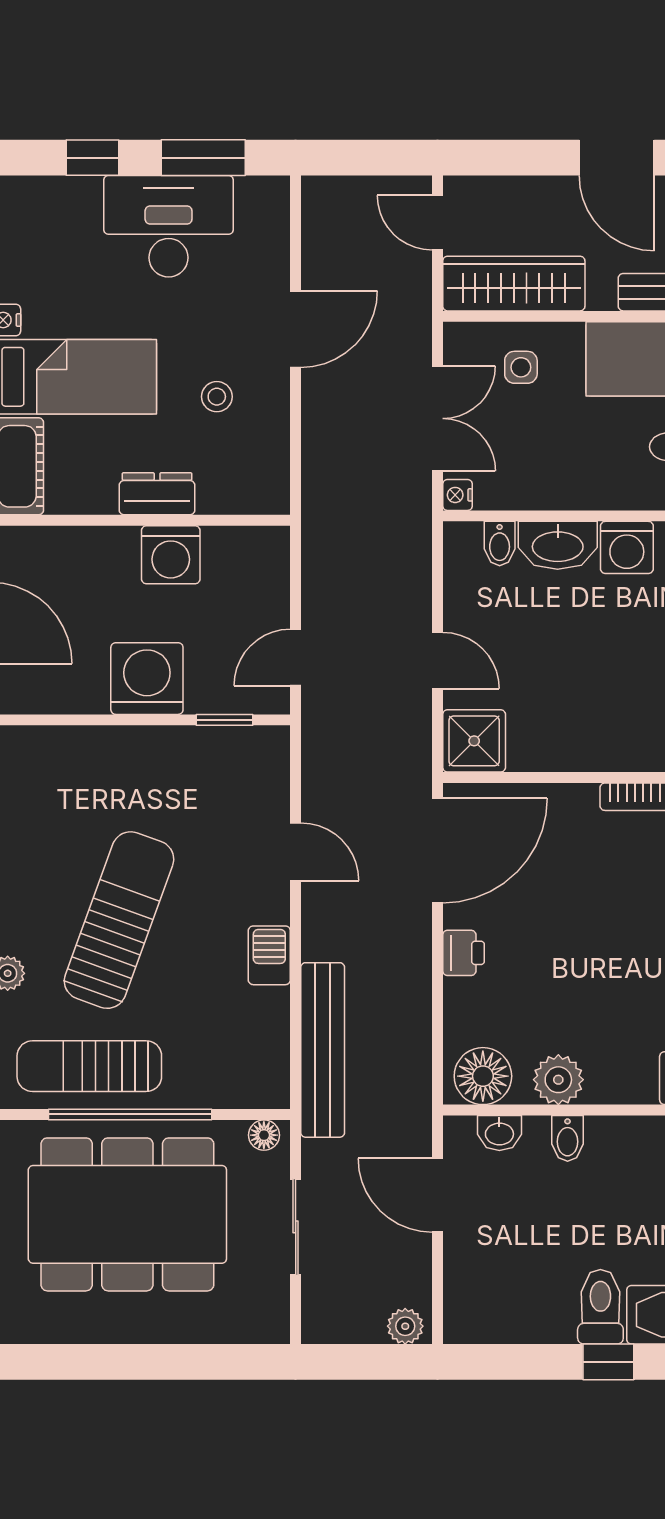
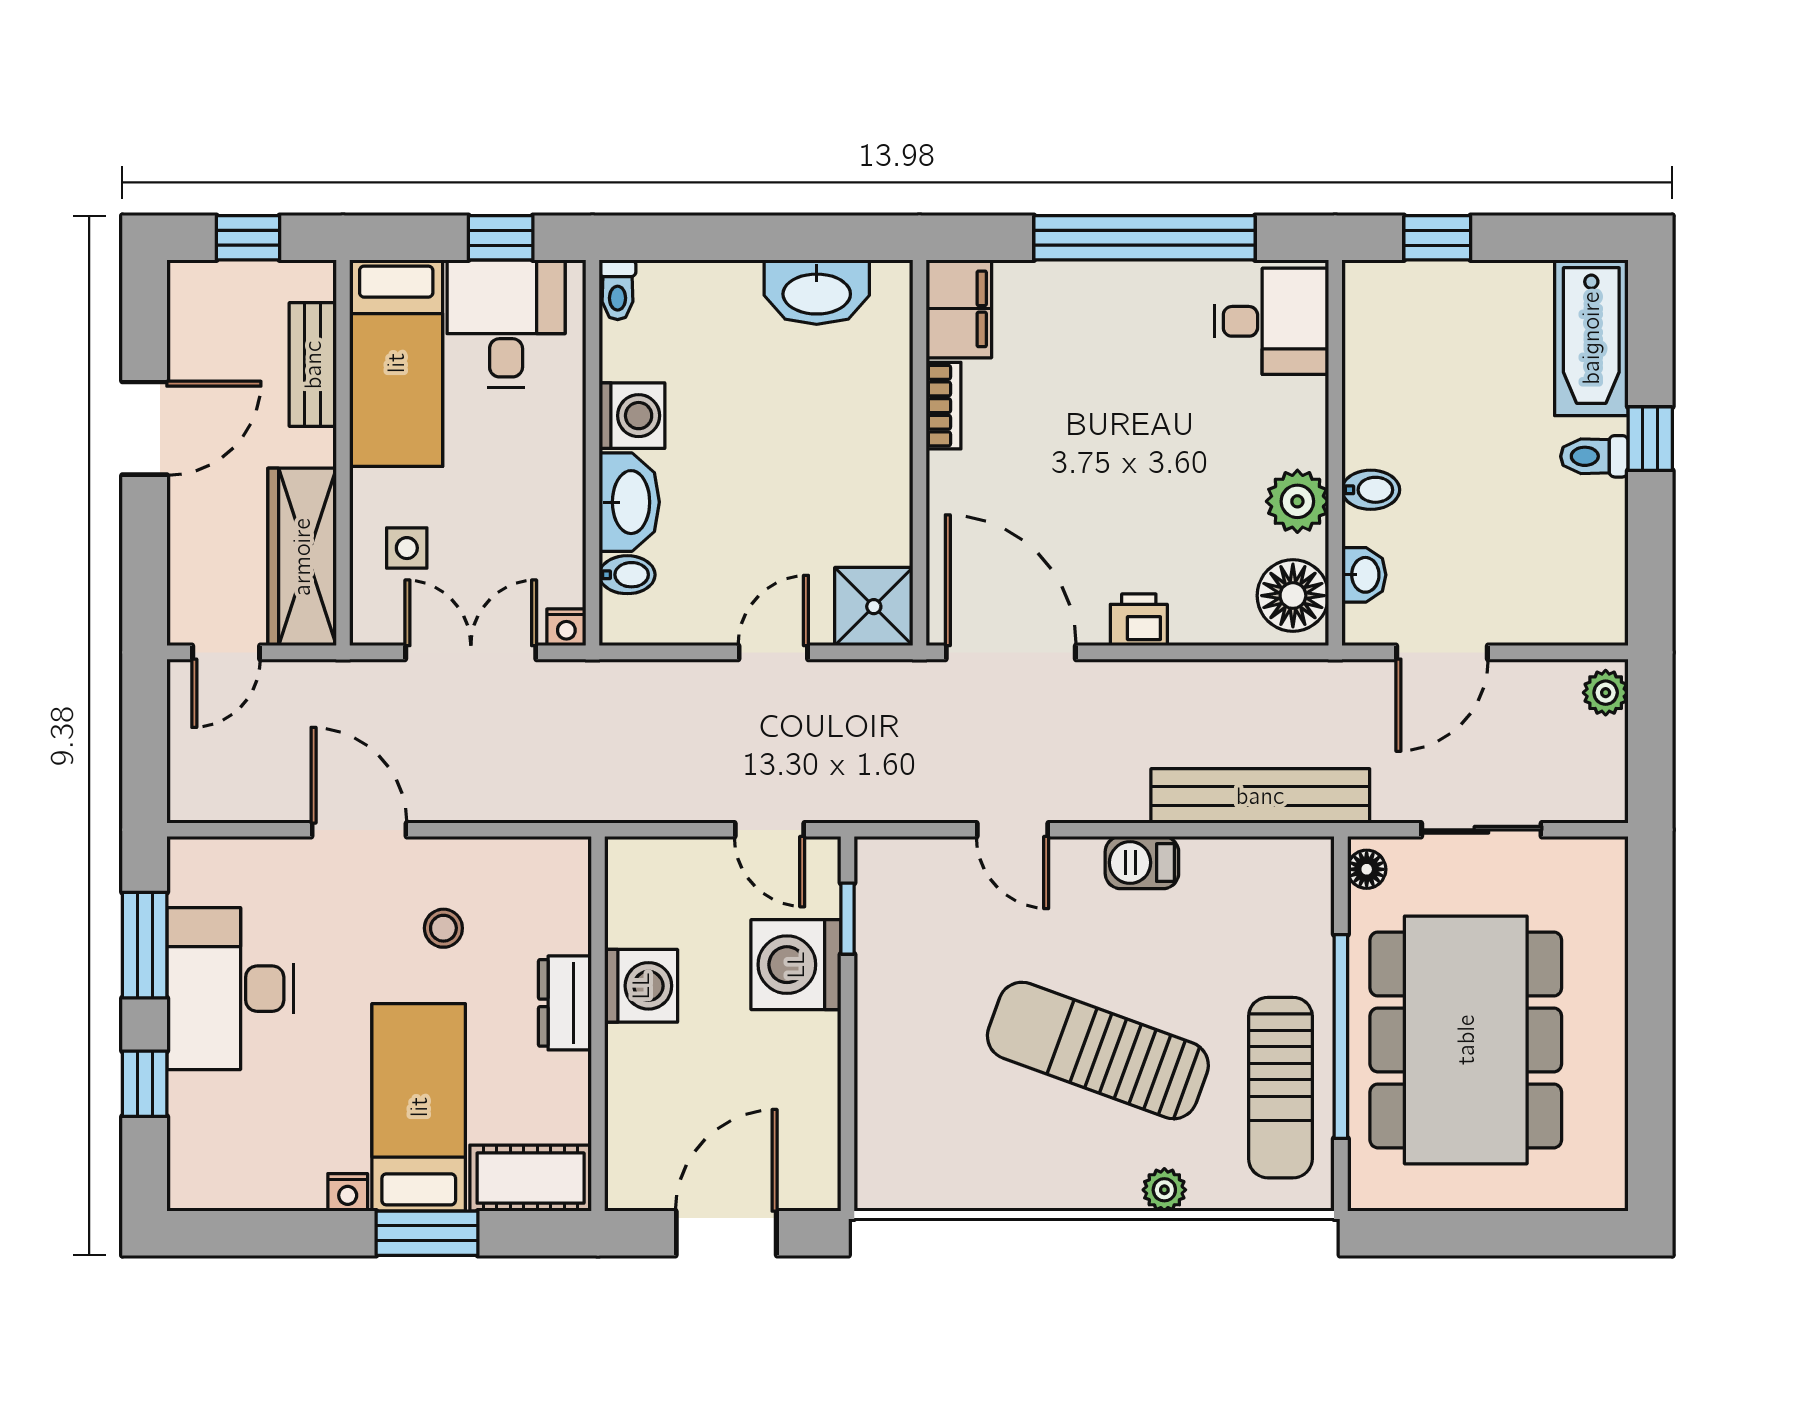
washing machine: (147, 679) -> (796, 965), moved
door: (296, 852) -> (1012, 830), swing flipped
toilet: (600, 1307) -> (1594, 456), width x0.73, depth x0.72

